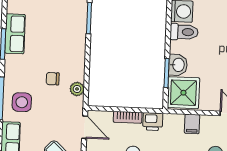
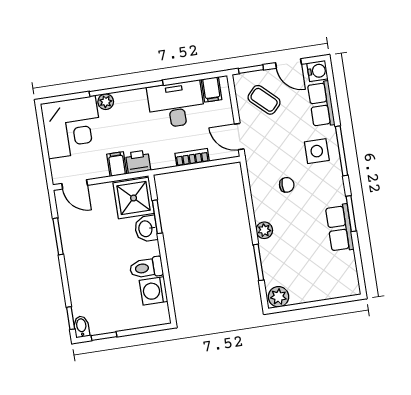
plant: (77, 89) -> (264, 230), moved
printer: (153, 122) -> (138, 162), moved

